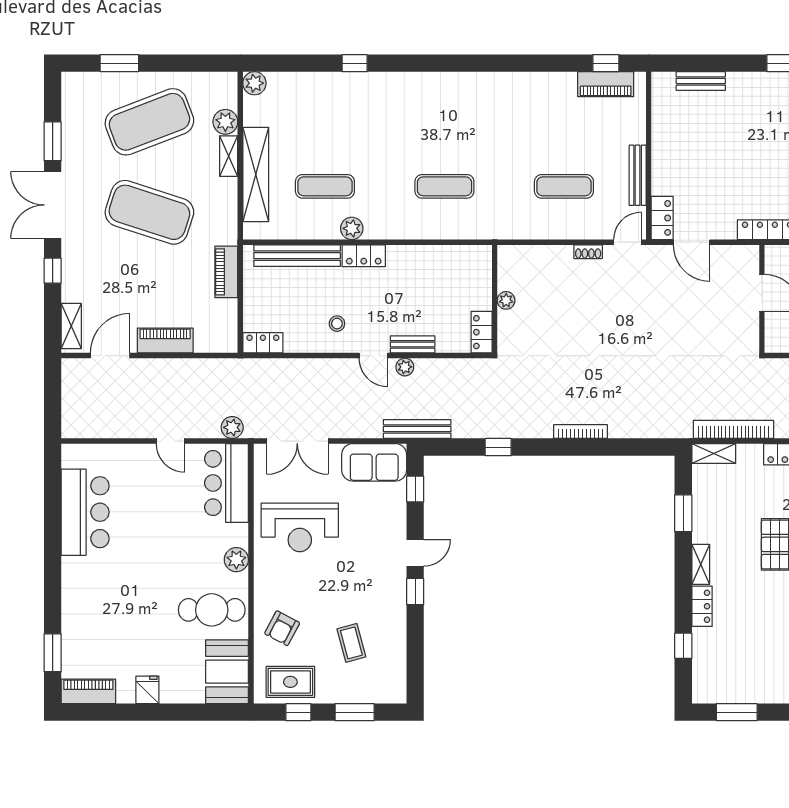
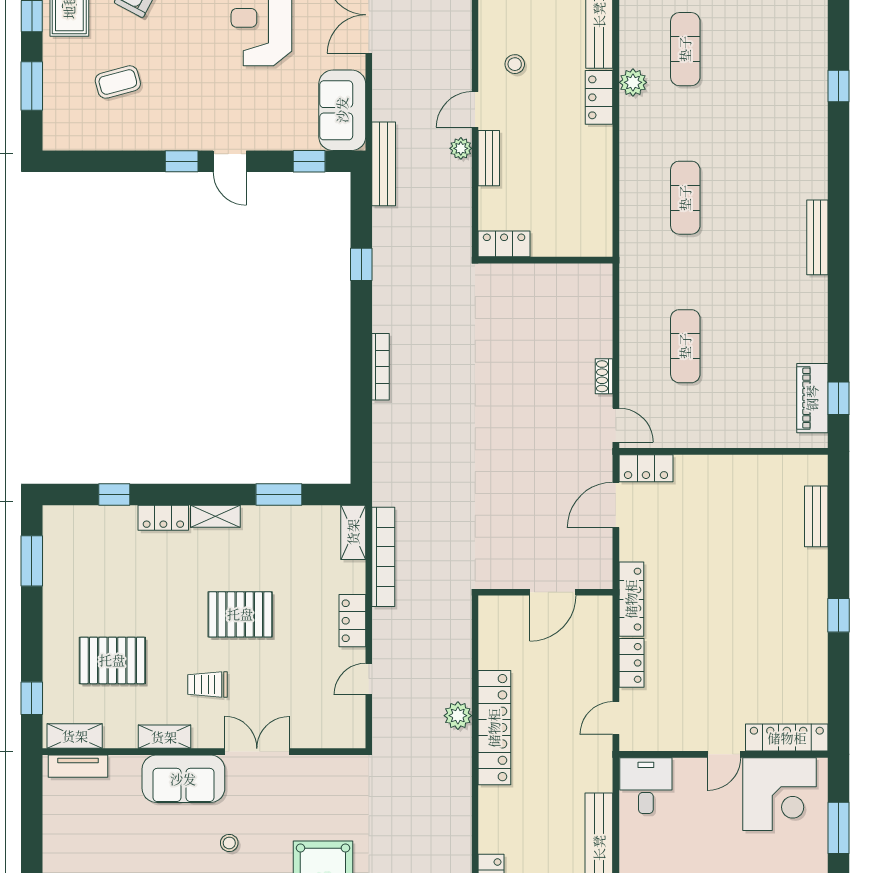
bench: (638, 175) -> (817, 237), moved, turned 90
plant: (506, 300) -> (544, 274), removed

